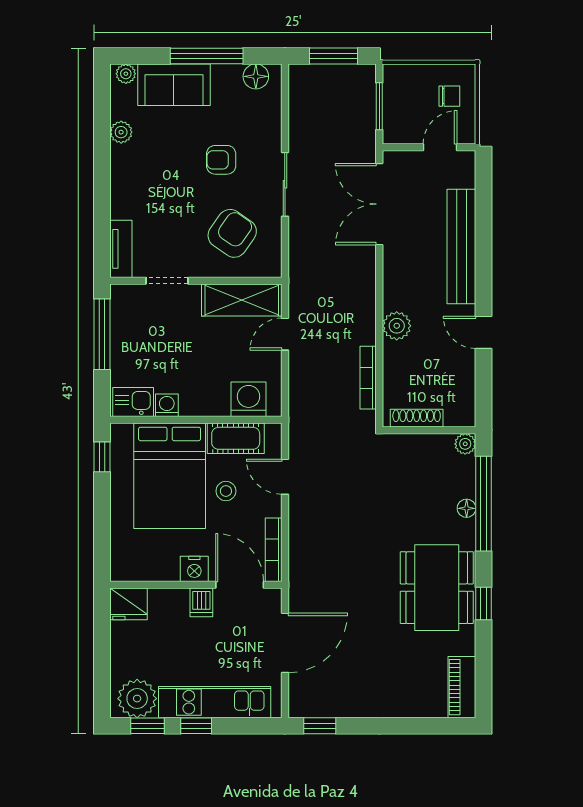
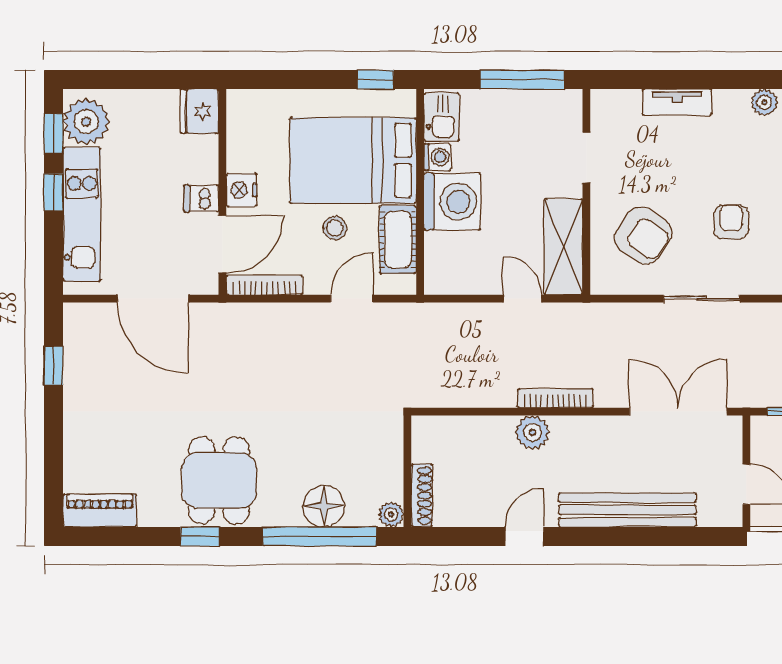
tv unit: (121, 249) -> (677, 102), moved
bookcase: (368, 378) -> (555, 398), moved
washing machine: (249, 399) -> (452, 202), moved, width x1.37, depth x1.37
shoe rack: (417, 418) -> (422, 496), moved
floor lamp: (467, 508) -> (324, 506), width x1.89, depth x1.89
dining table: (437, 588) -> (219, 480), width x0.73
window: (320, 726) -> (54, 365), moved

